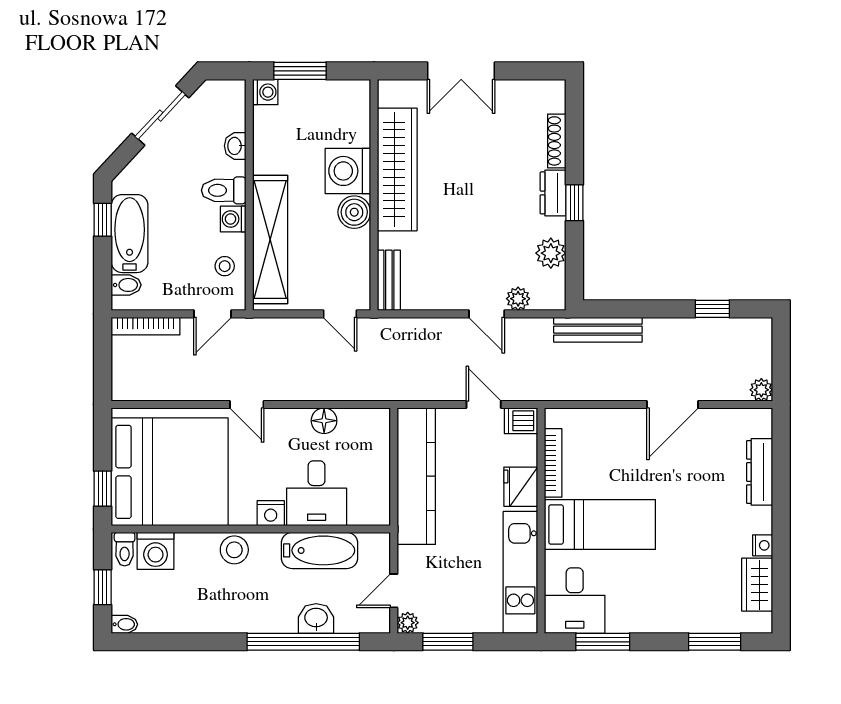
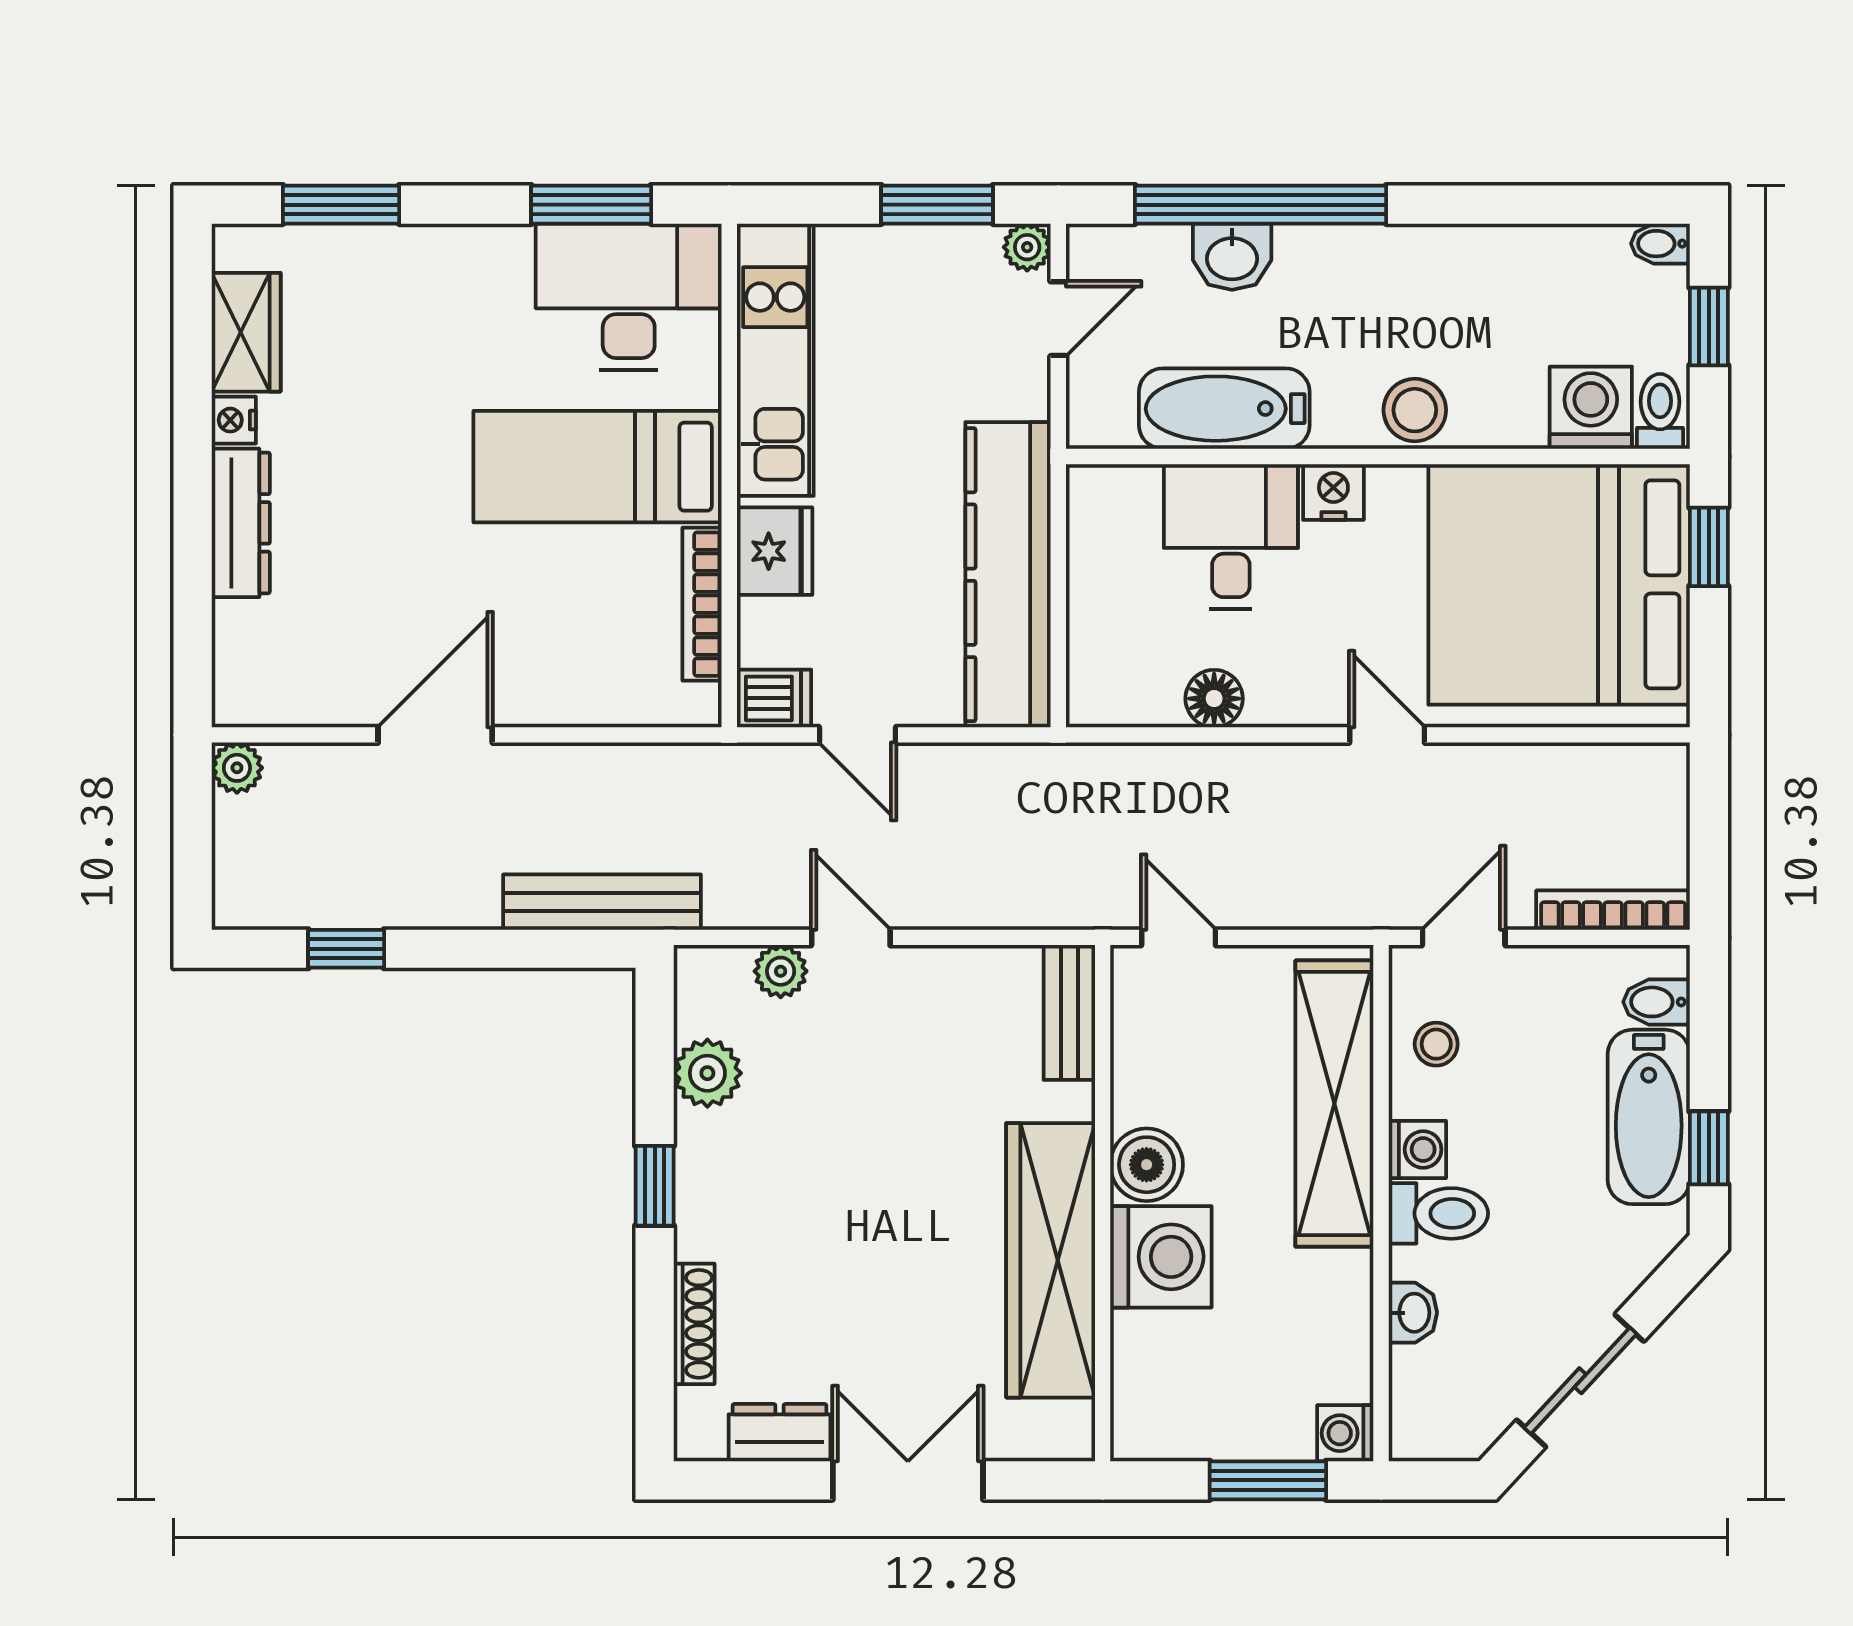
dresser: (553, 193) -> (780, 1433), moved, turned -90
dresser: (760, 472) -> (241, 523), moved
desk: (575, 601) -> (629, 297), width x1.37

